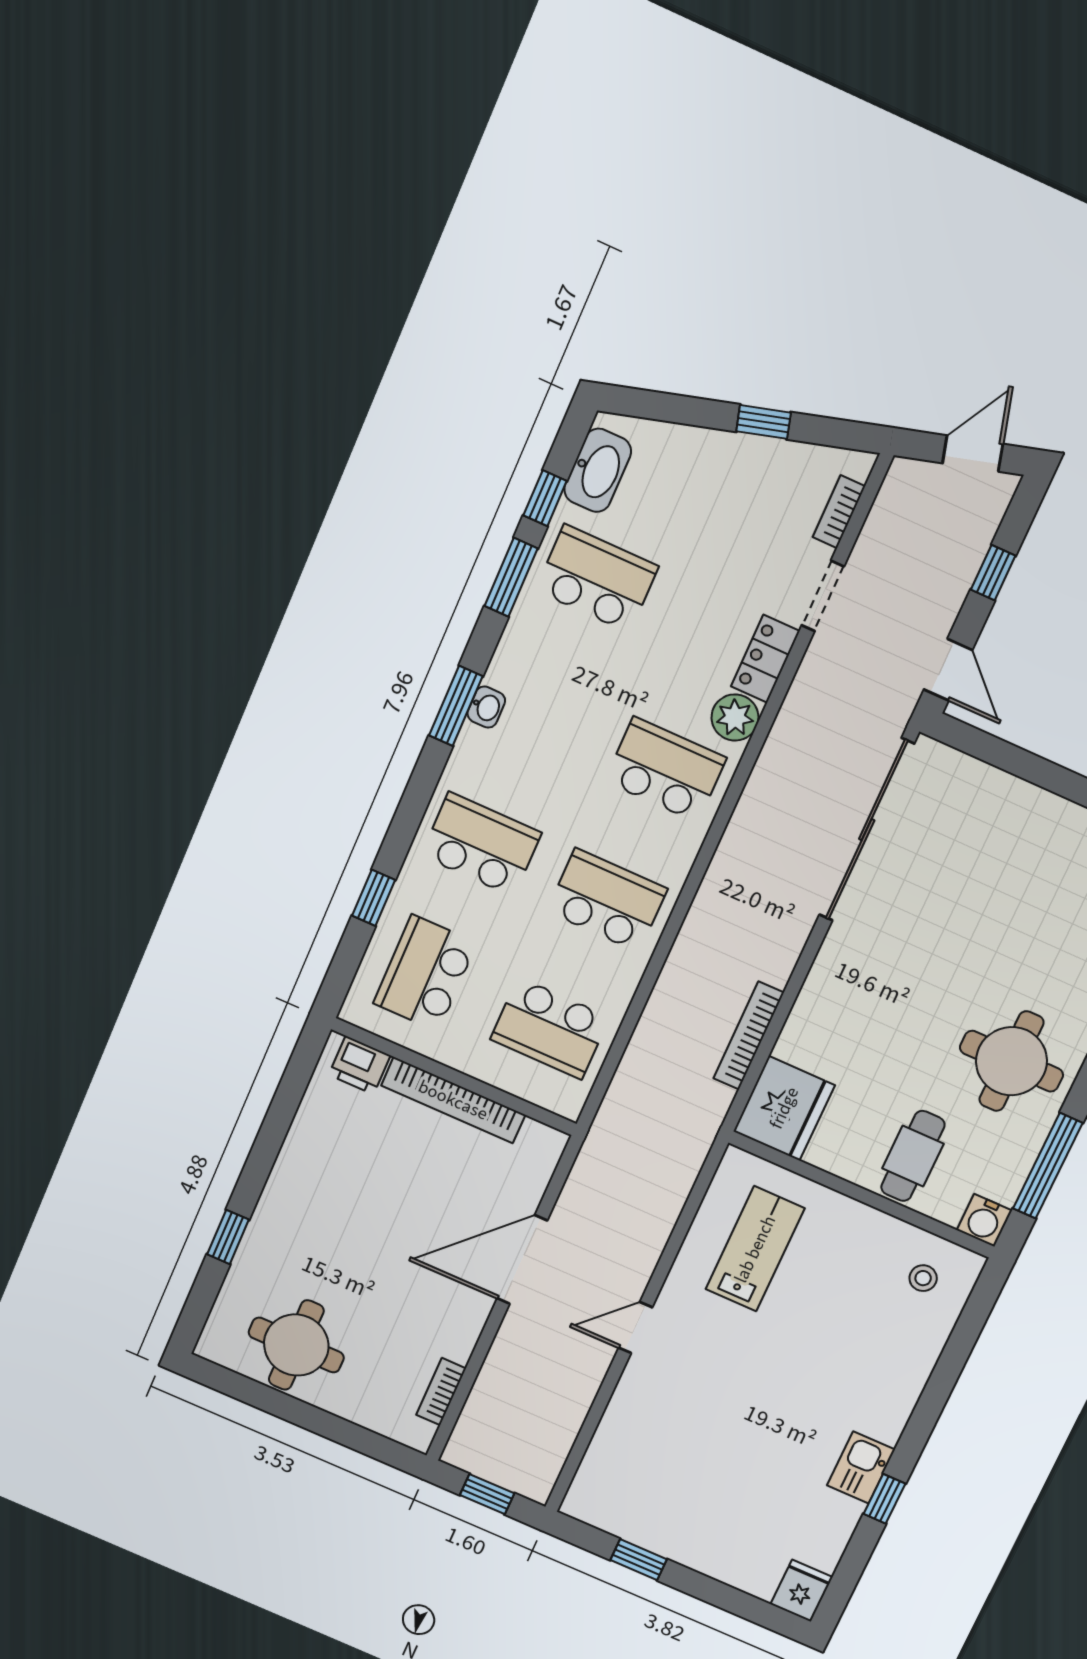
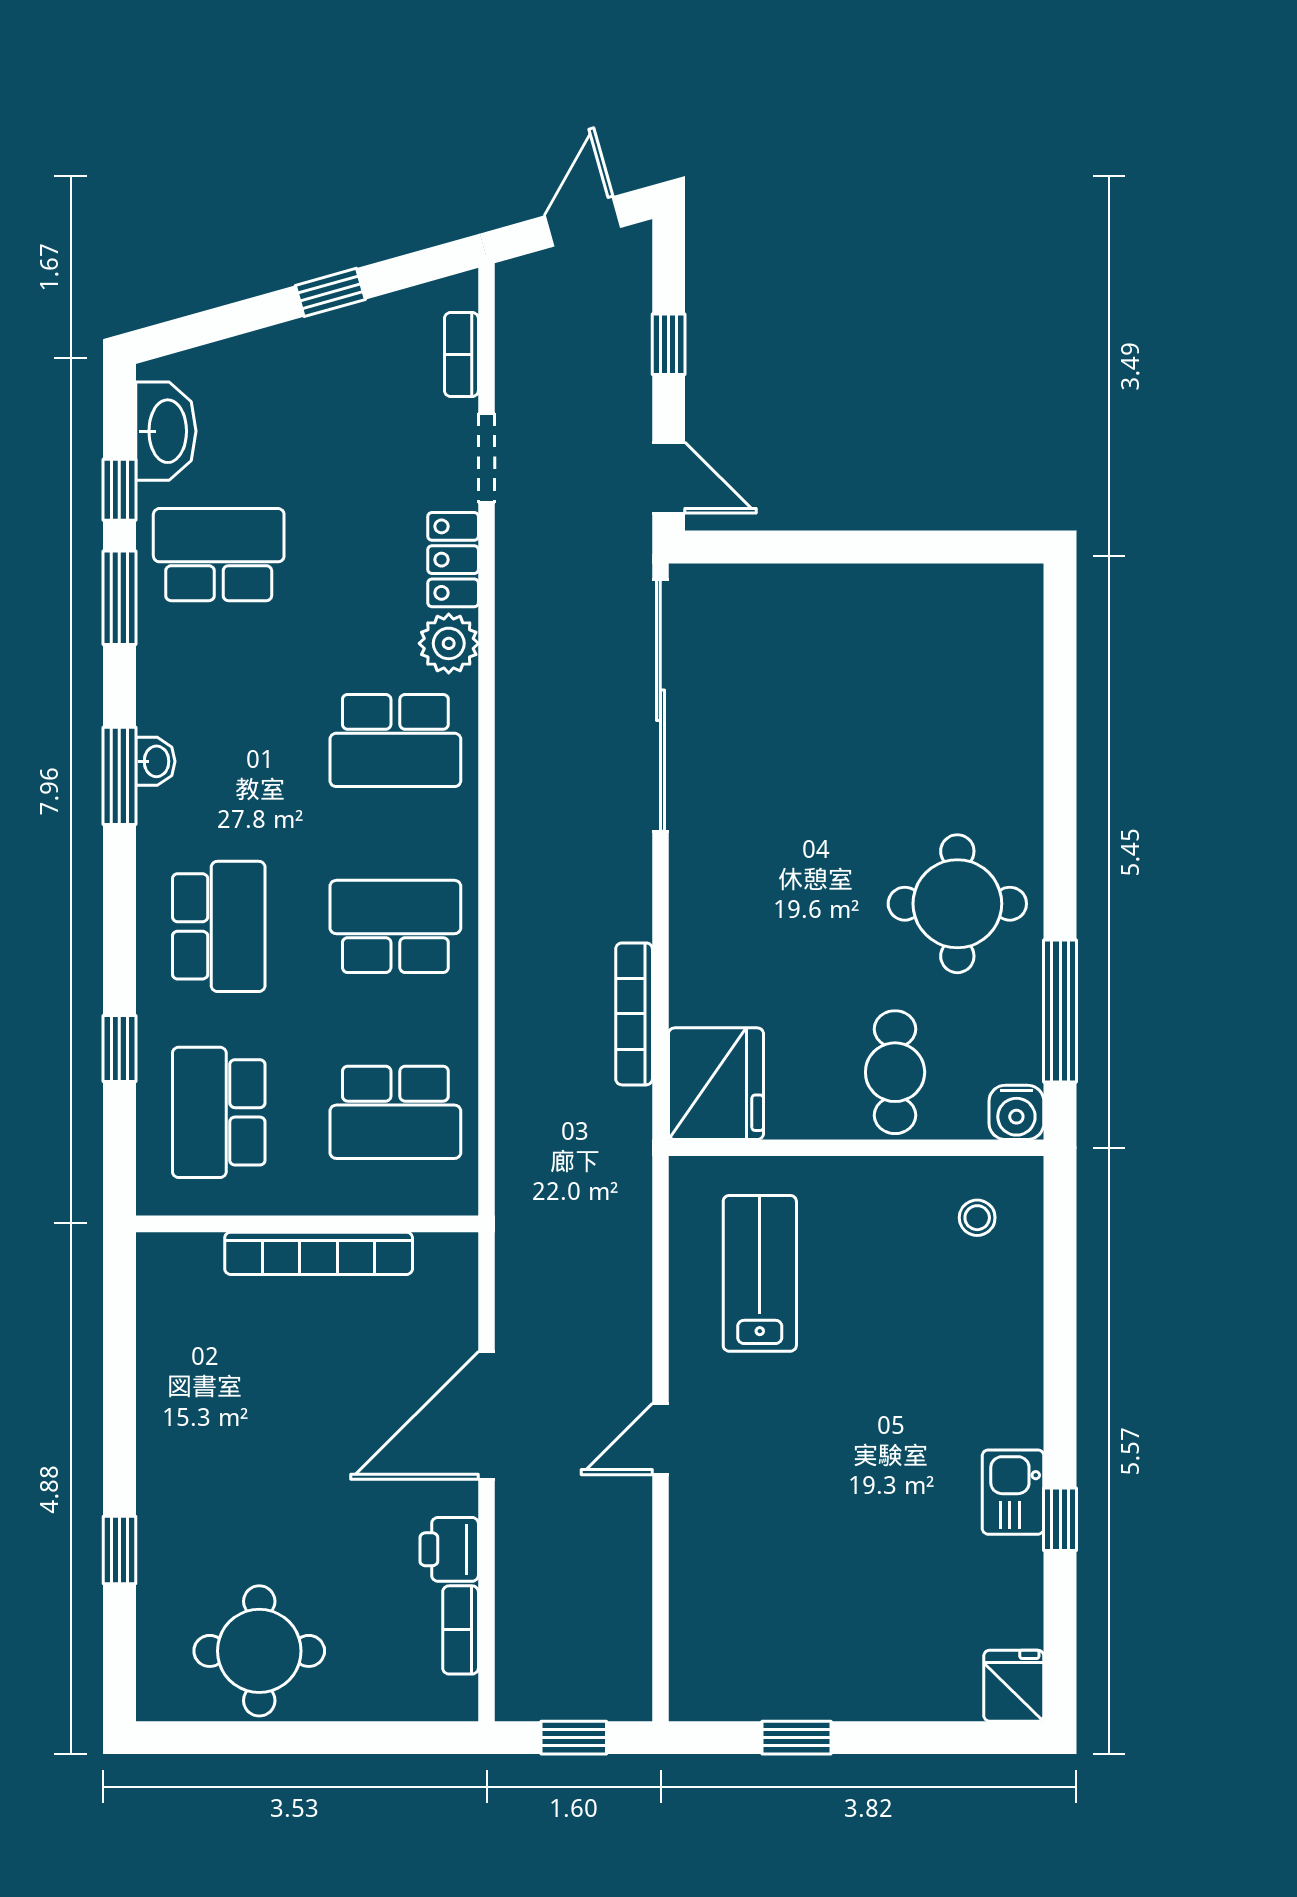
school desk: (666, 770) -> (395, 740), turned 180
school desk: (481, 844) -> (219, 926), turned 90
printer: (360, 1065) -> (449, 1549), moved, turned 90

